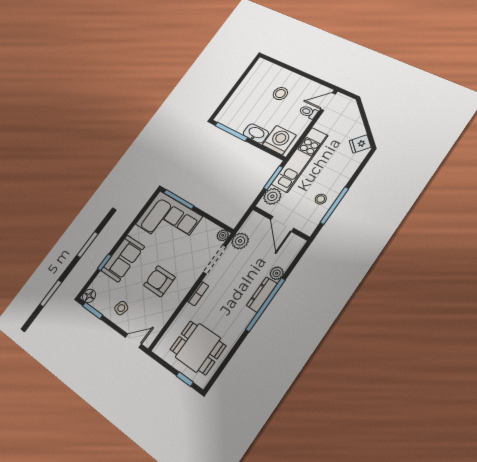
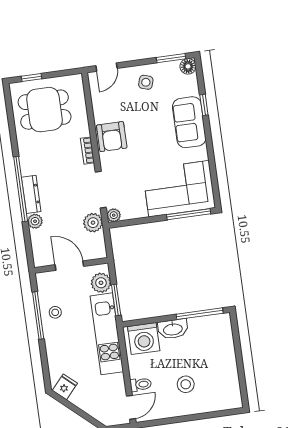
armchair: (159, 281) -> (112, 137), moved, turned 90

